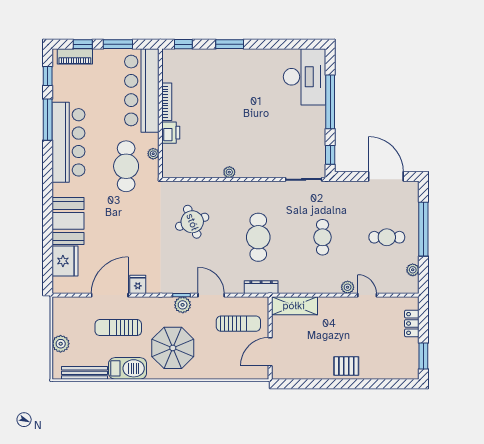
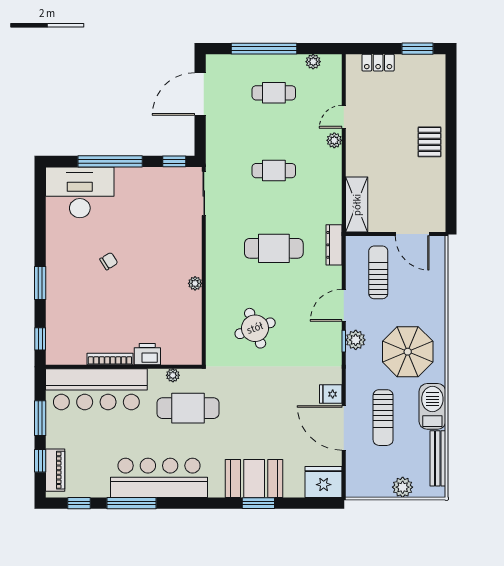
chair: (248, 101) -> (109, 261), added
window: (48, 224) -> (258, 503), added
cafe table: (387, 237) -> (274, 93), turned 90
fridge: (65, 261) -> (324, 482), moved

